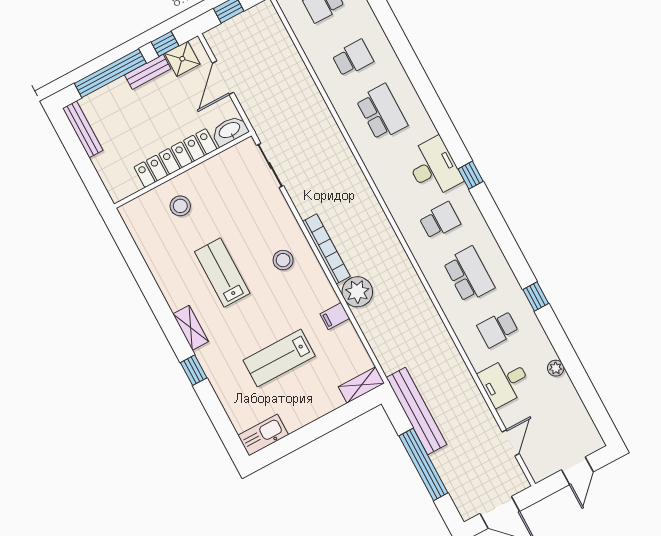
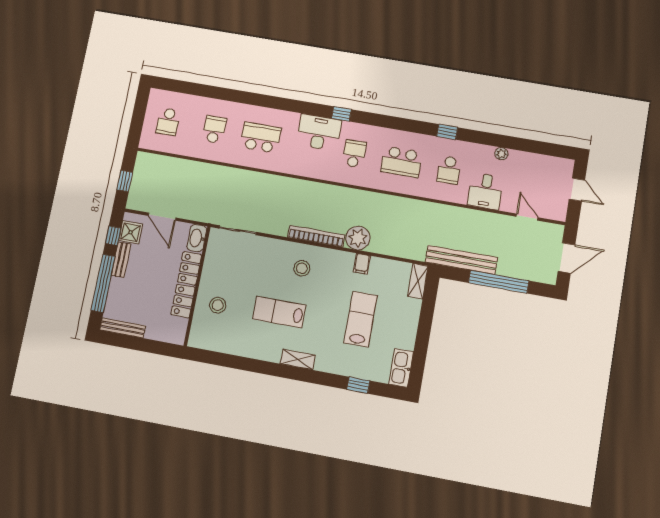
school desk: (469, 275) -> (401, 162), turned 180
lab bench: (279, 358) -> (361, 319), turned 180
window: (194, 370) -> (358, 385), moved

